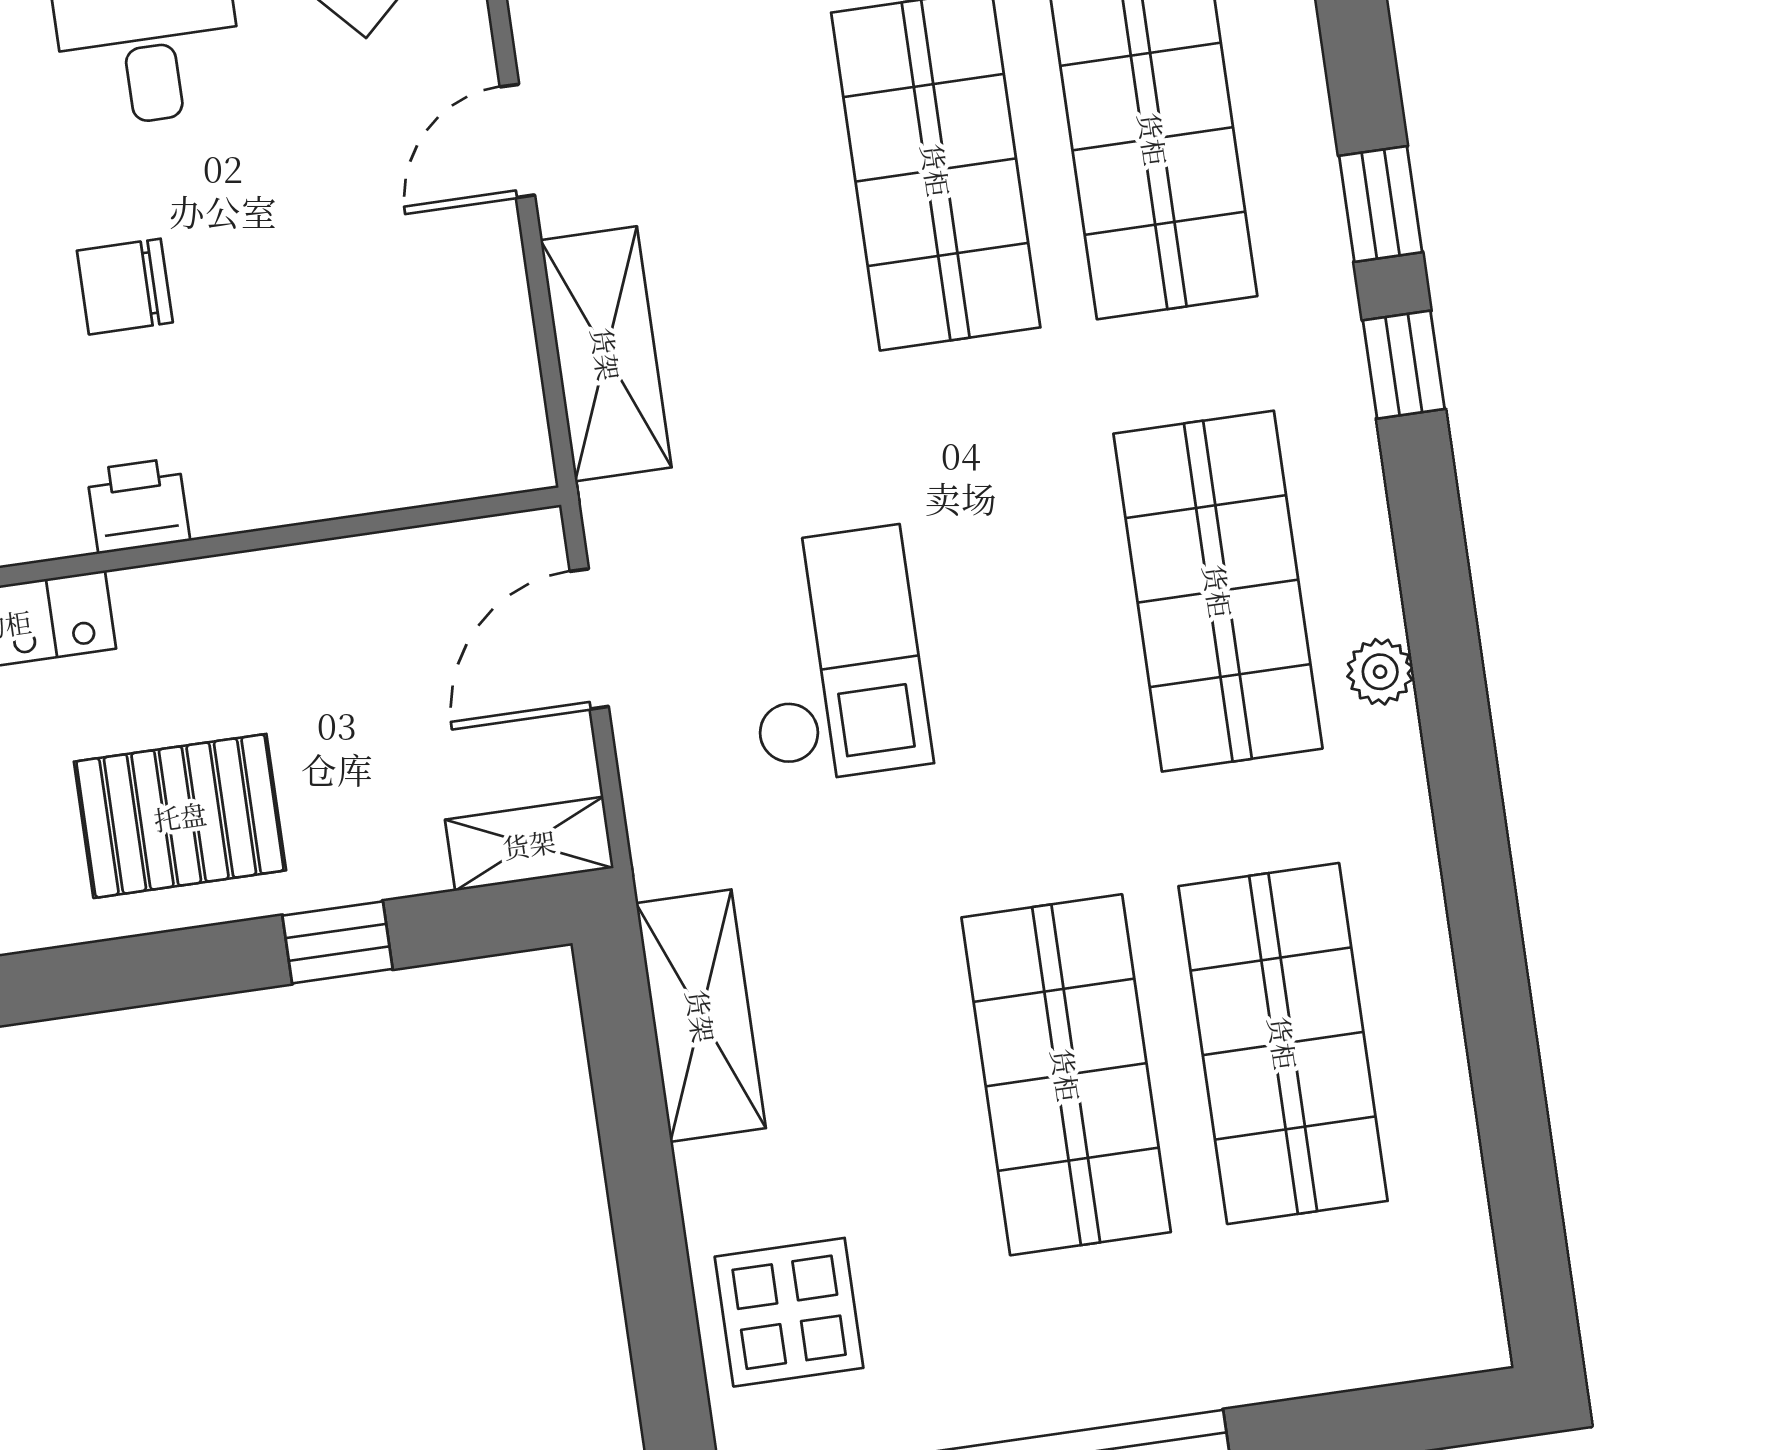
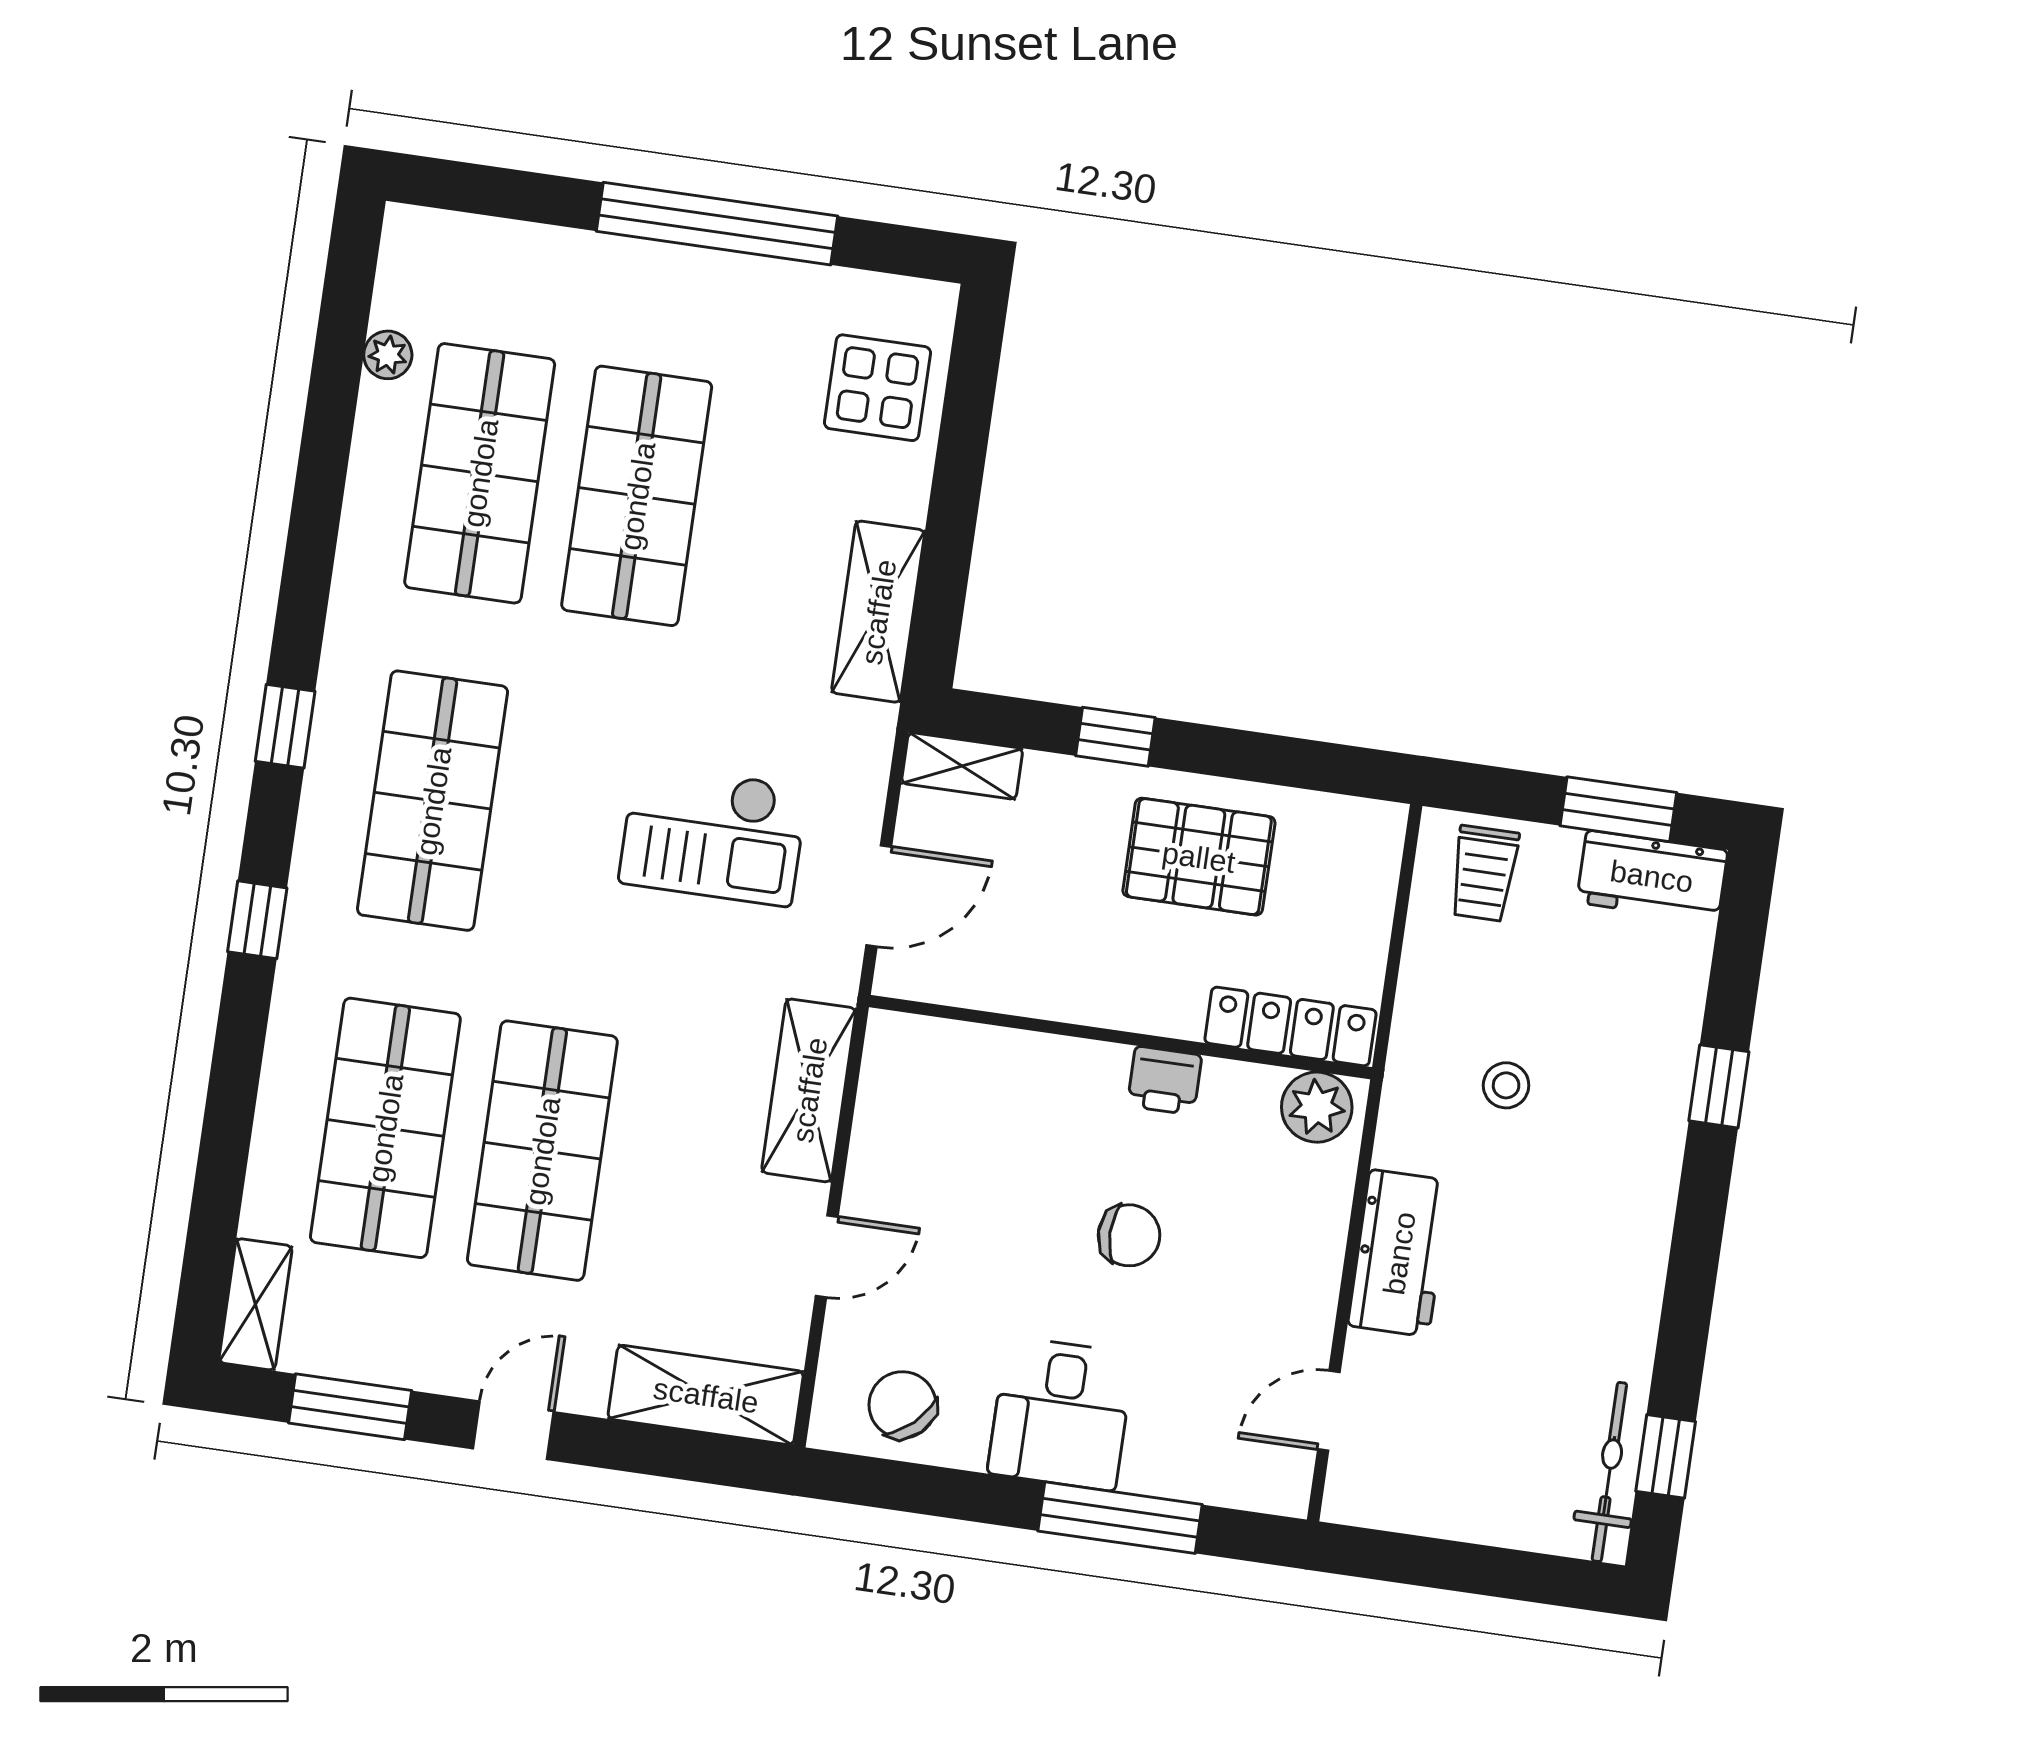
window: (1381, 204) -> (285, 726), moved
checkout: (833, 656) -> (713, 834), turned -90
plant: (1380, 672) -> (388, 355), moved

